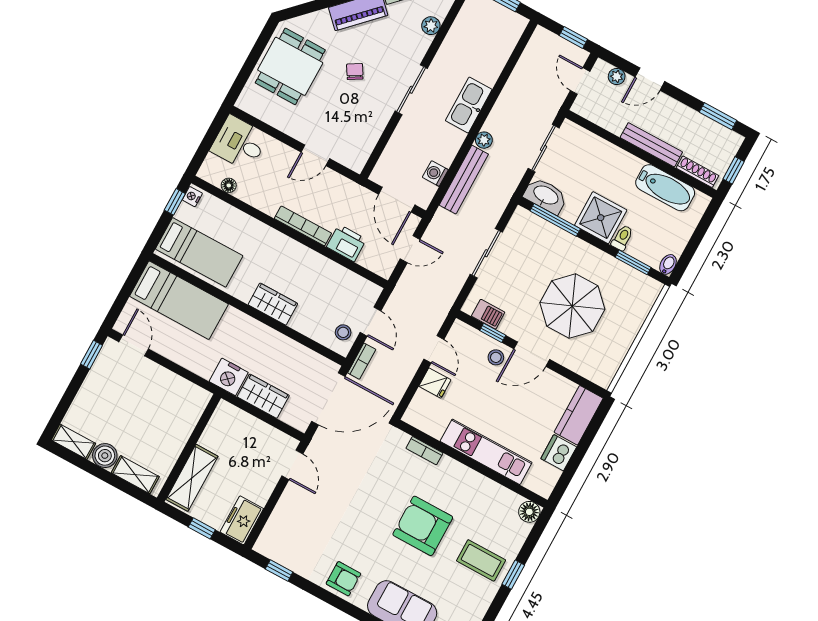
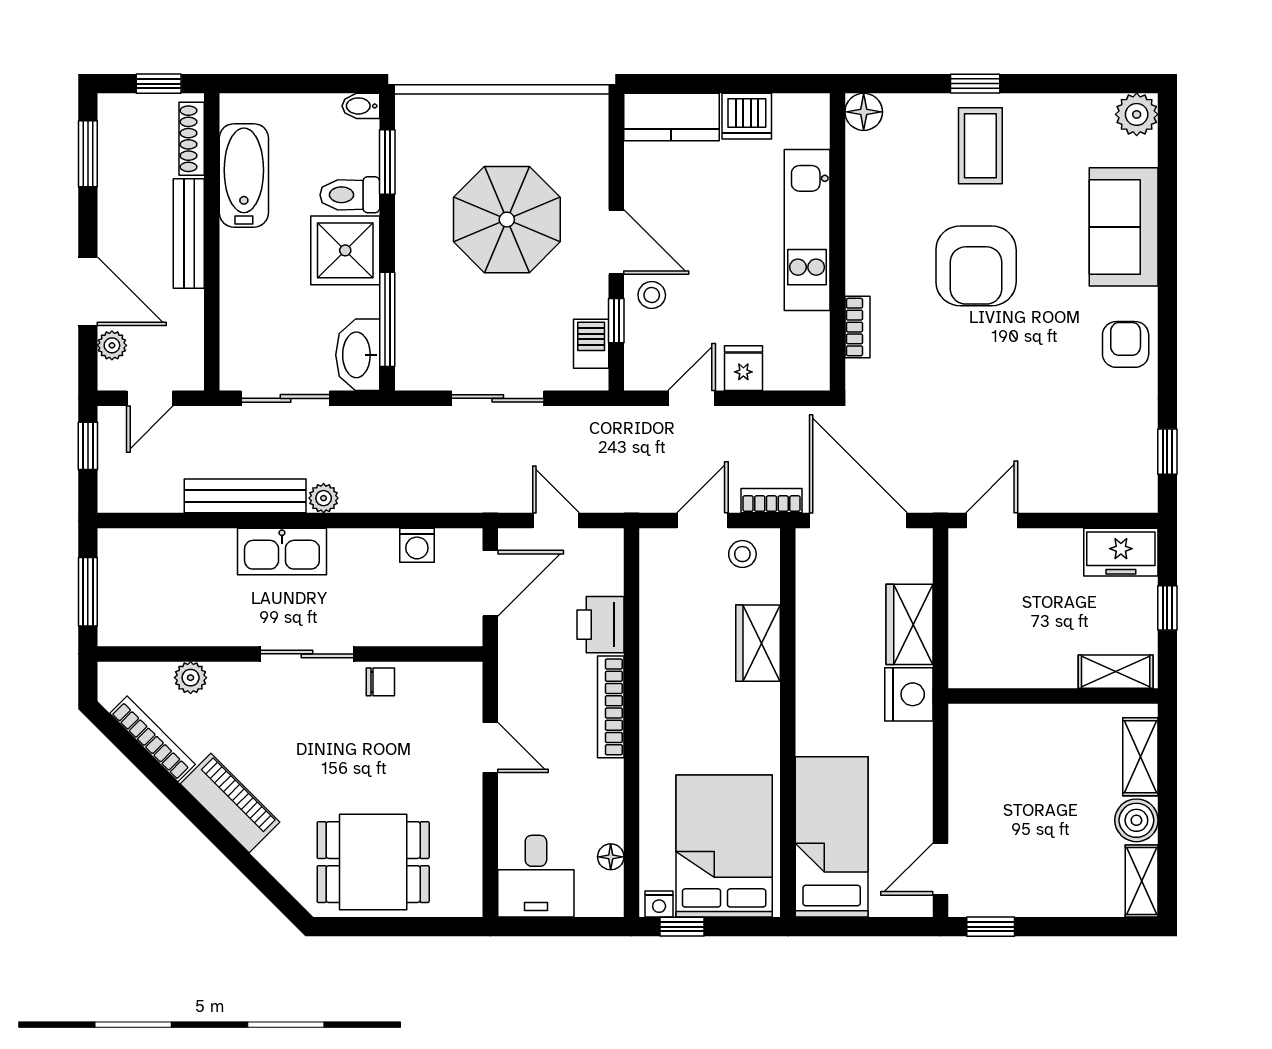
chair: (355, 72) -> (380, 682), moved, turned -149
door: (650, 79) -> (88, 291), width x1.37
bench: (464, 180) -> (245, 496), moved
toilet: (622, 238) -> (350, 195), width x1.37, depth x1.39
bed: (199, 252) -> (724, 846), width x1.50
wardrobe: (273, 304) -> (758, 643), moved
shelving: (192, 478) -> (1116, 672), width x0.67, depth x0.75

